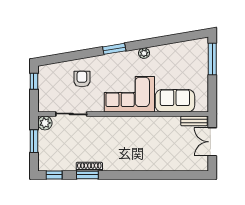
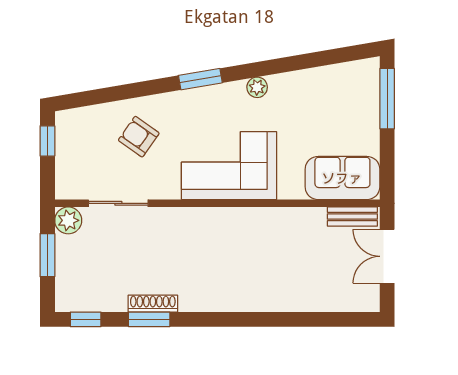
armchair: (82, 79) -> (139, 137), turned -55
sofa: (175, 101) -> (342, 178), moved

